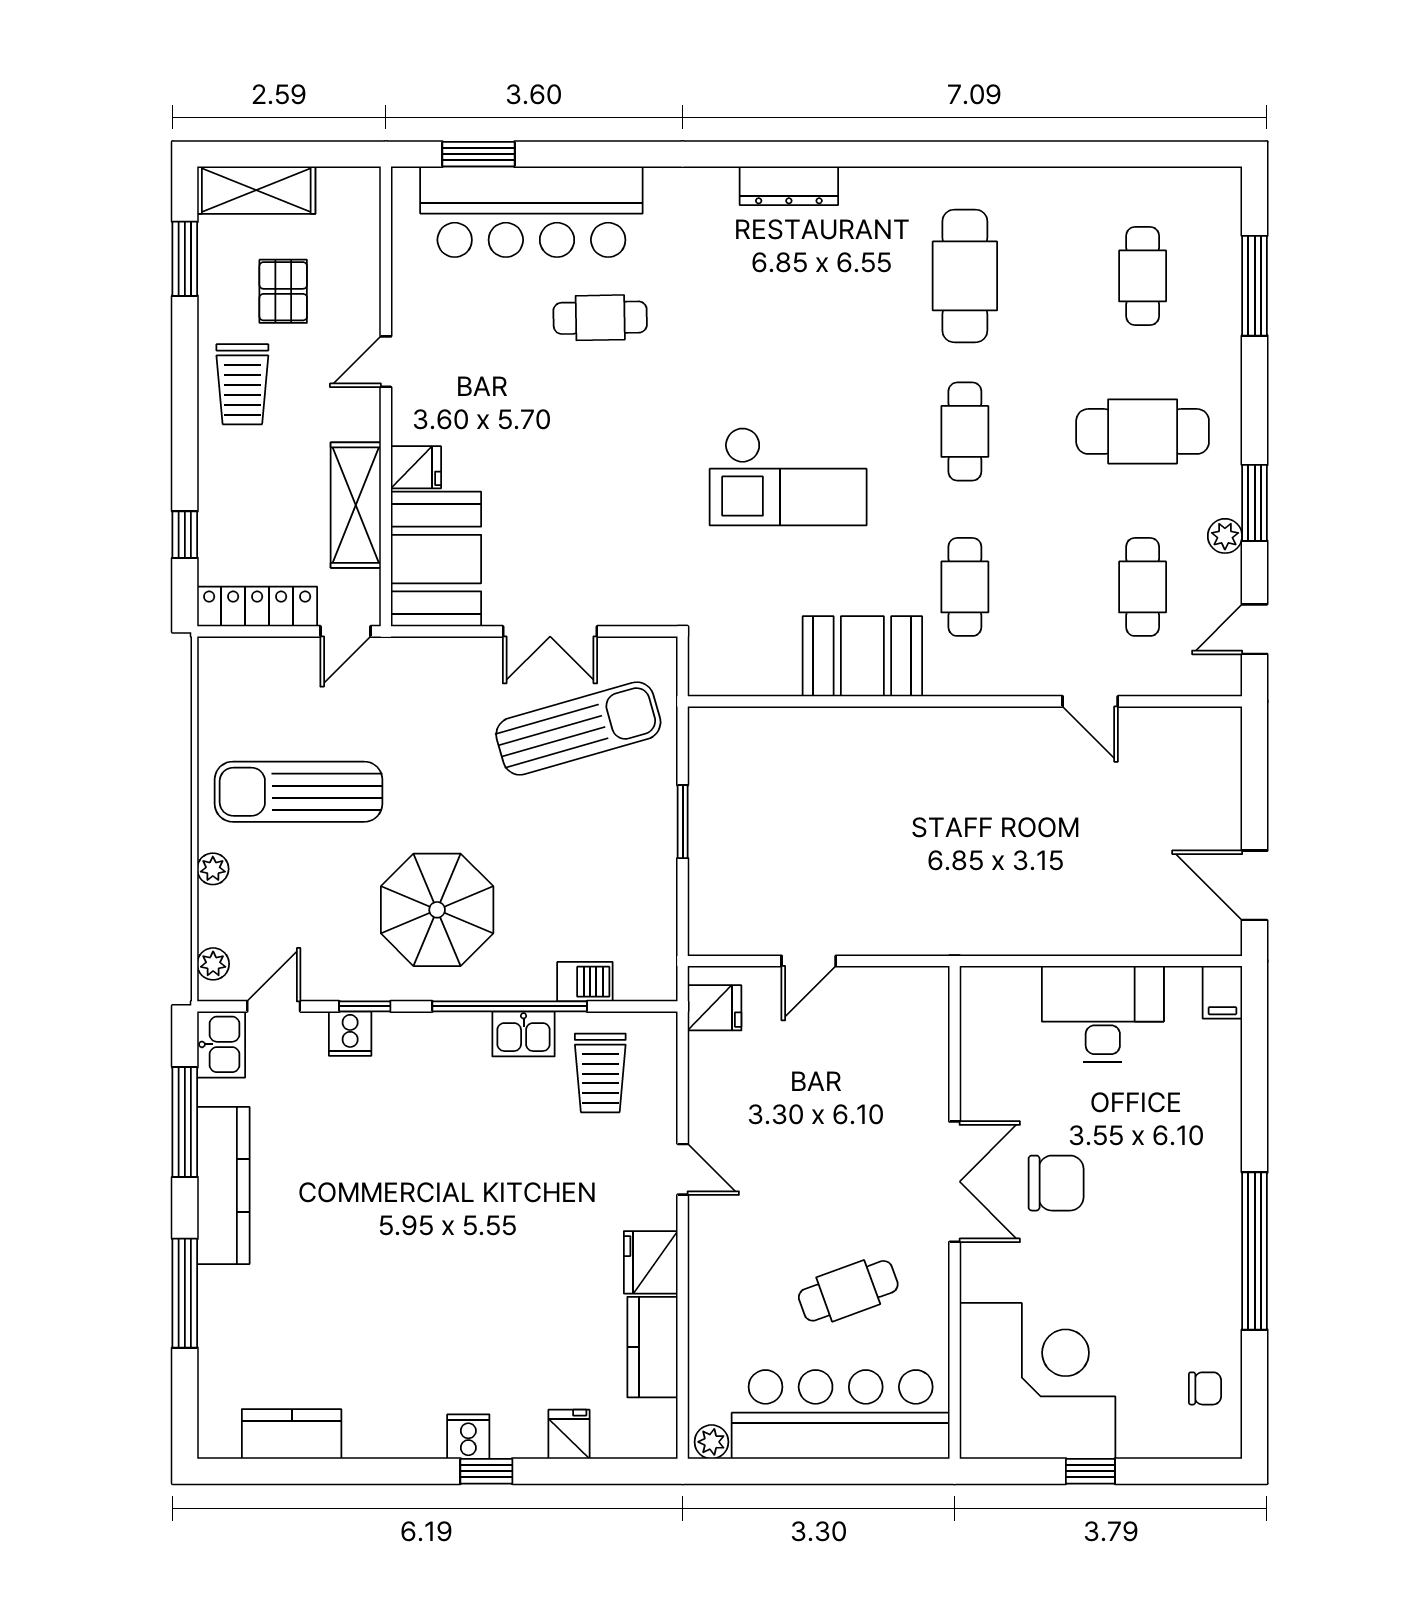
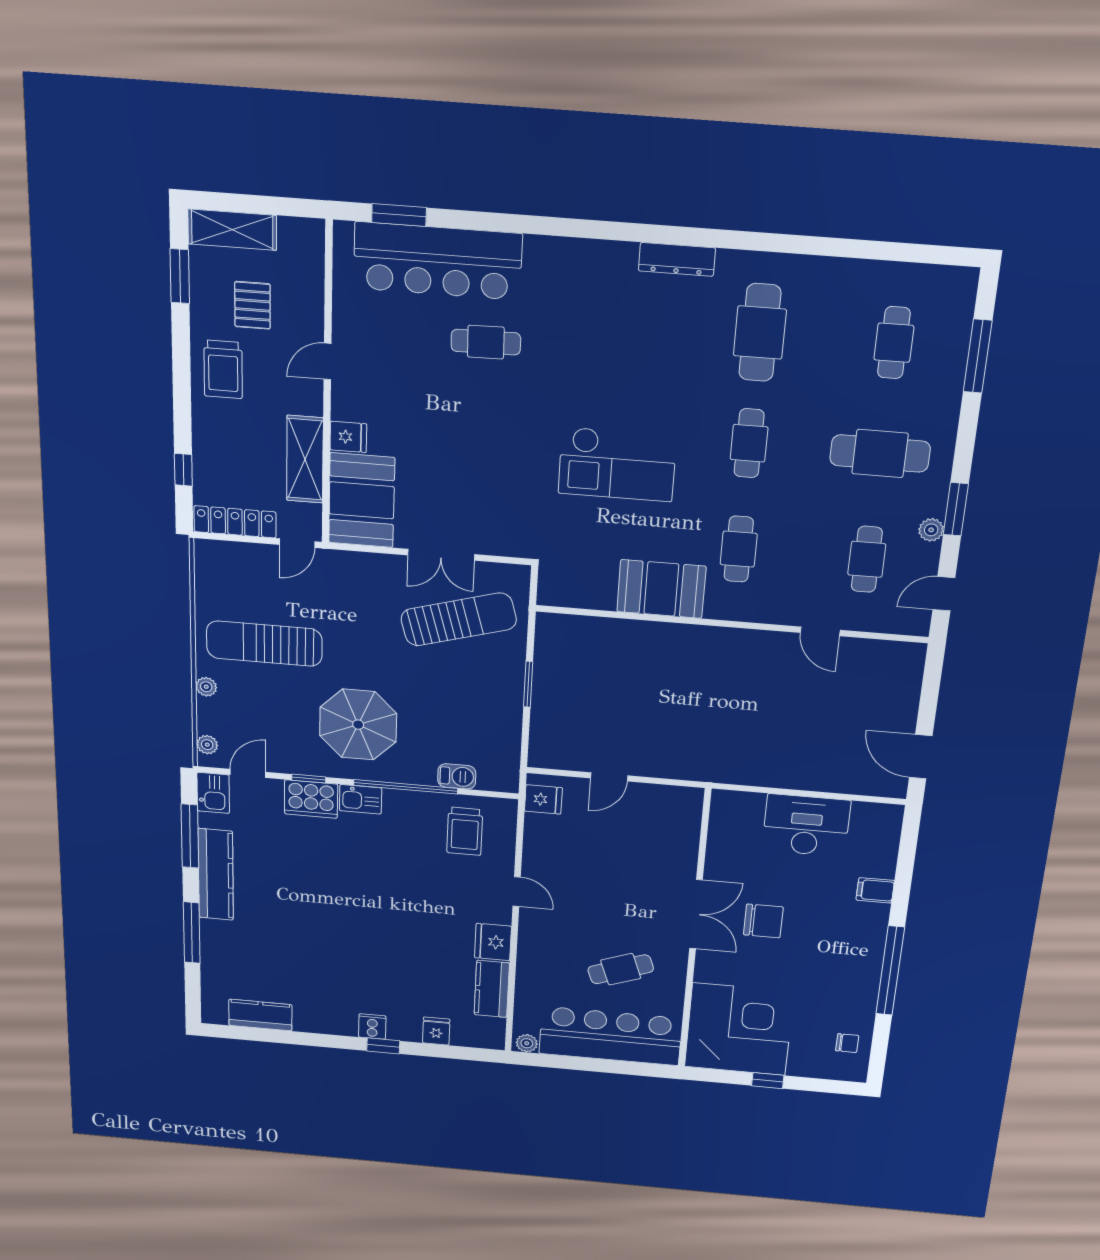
dresser: (789, 186) -> (677, 259), moved
filing cabinet: (1222, 992) -> (875, 890), moved, turned 90
cooker: (350, 1034) -> (311, 799), width x1.87, depth x1.31
kitchen sink: (524, 1034) -> (361, 799), moved

